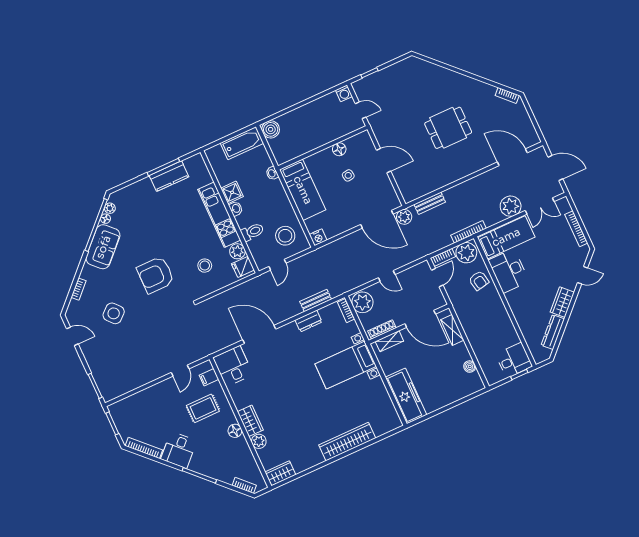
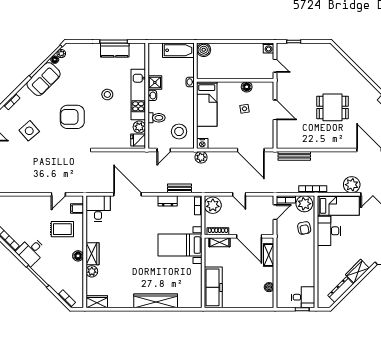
bench: (430, 203) -> (294, 156), width x1.36
plant: (404, 217) -> (201, 157), moved
stool: (205, 266) -> (107, 94), moved

